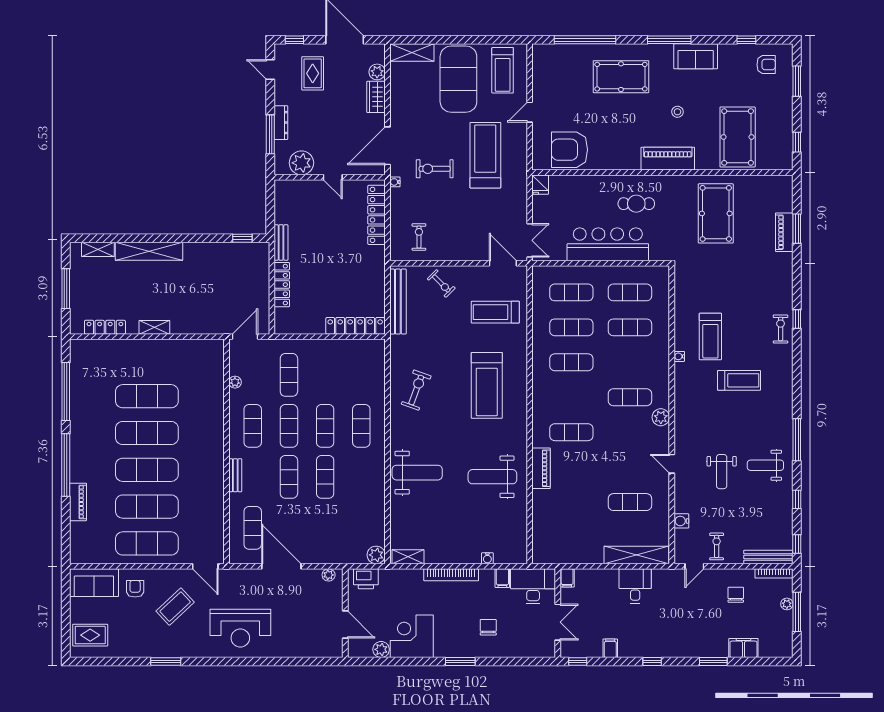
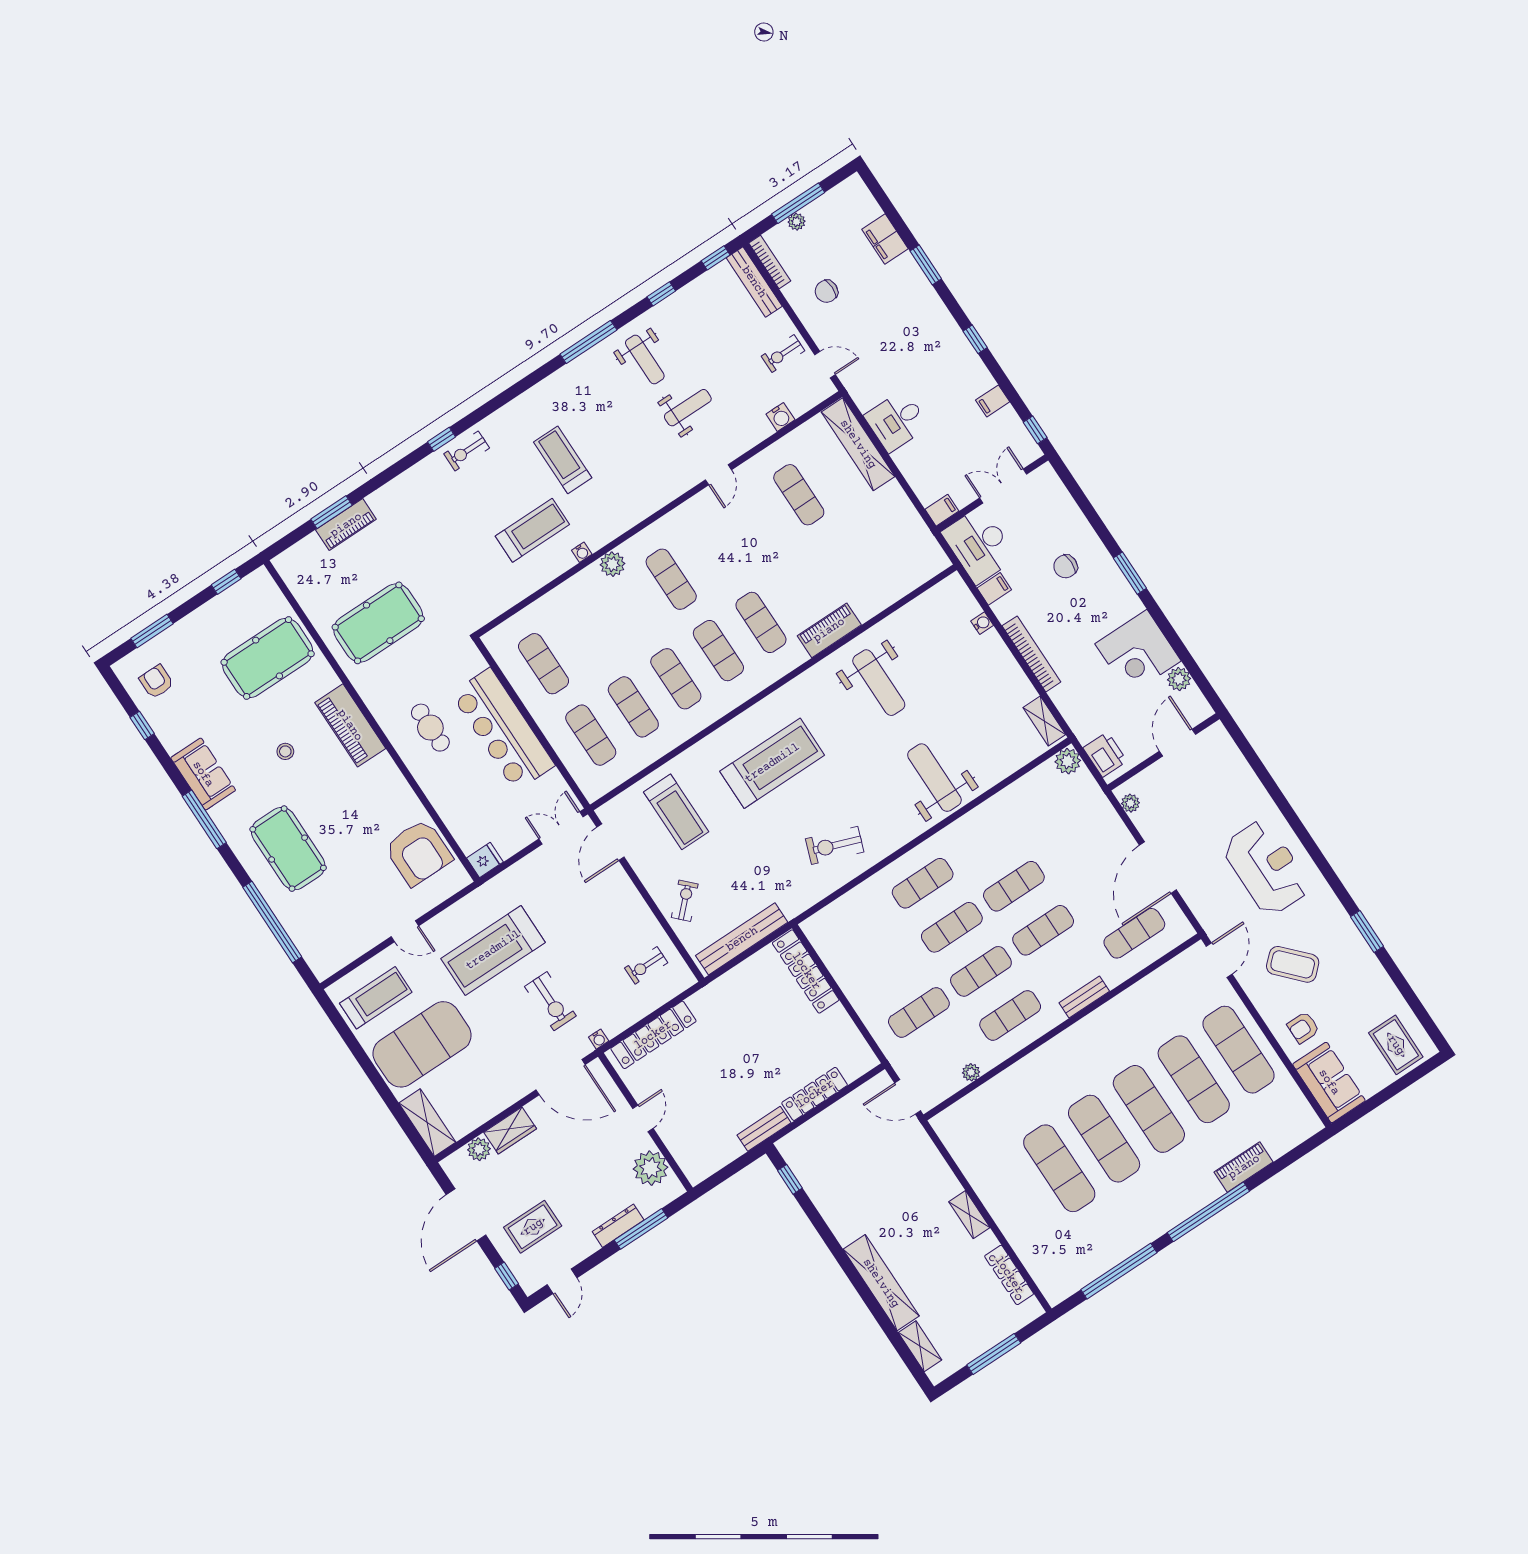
exercise mat: (630, 327) -> (718, 651), moved
plant: (661, 417) -> (612, 564), moved

